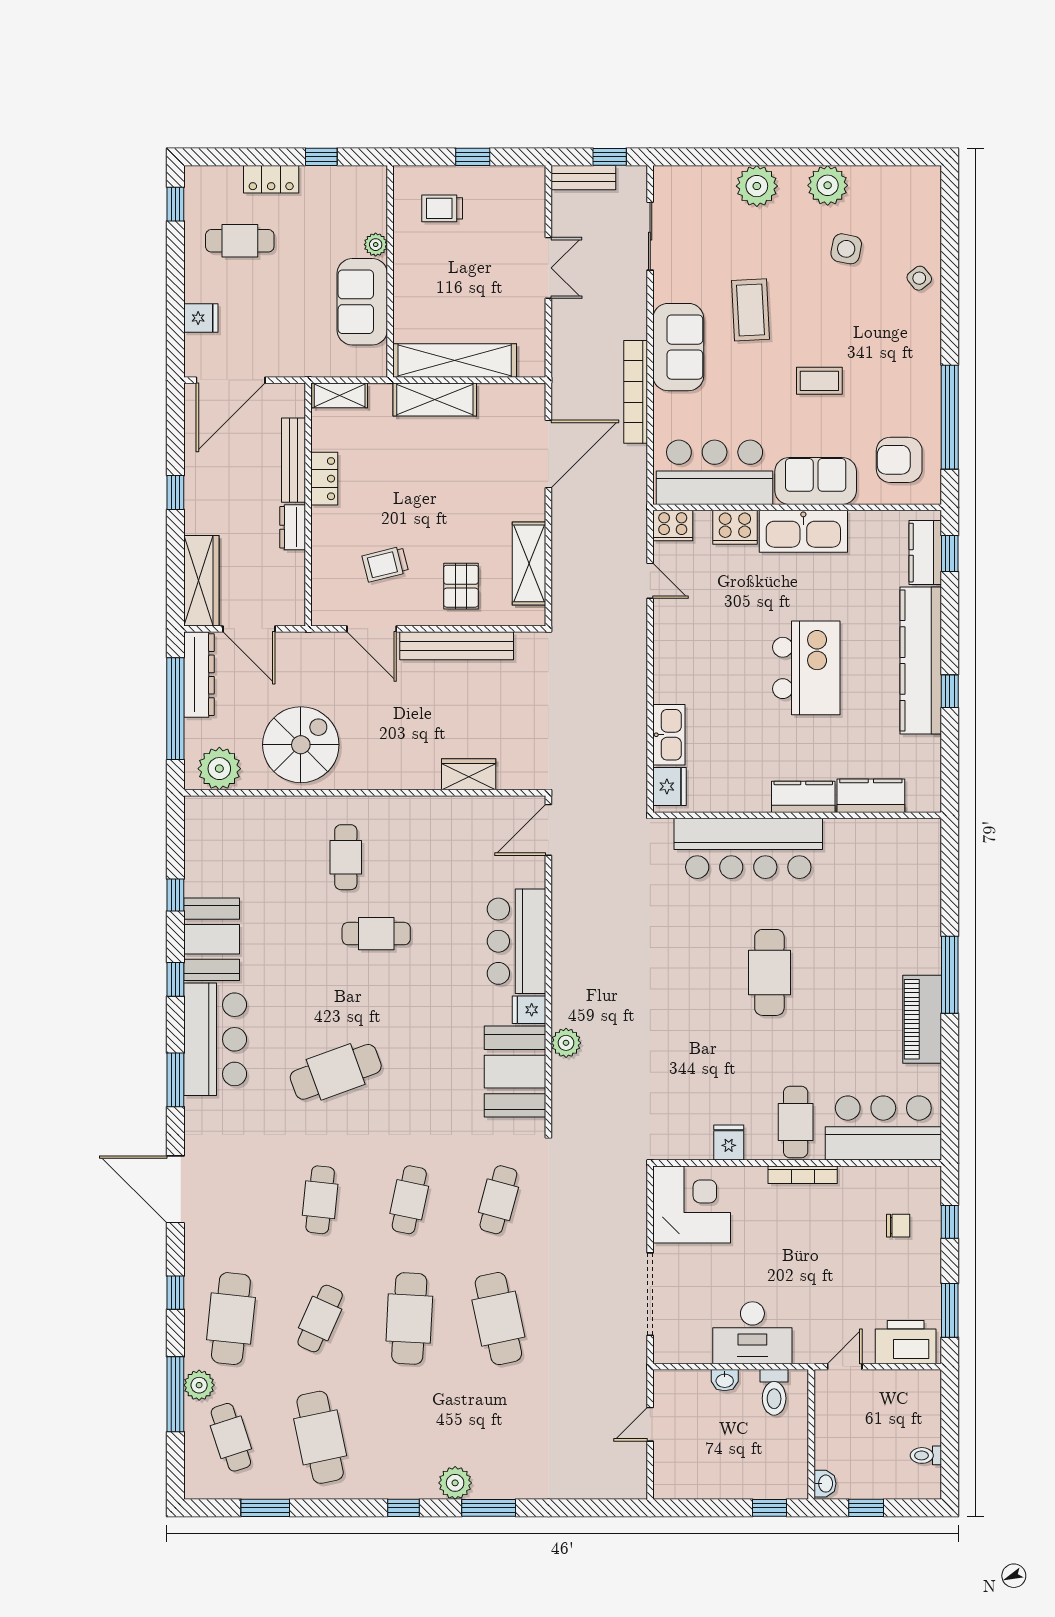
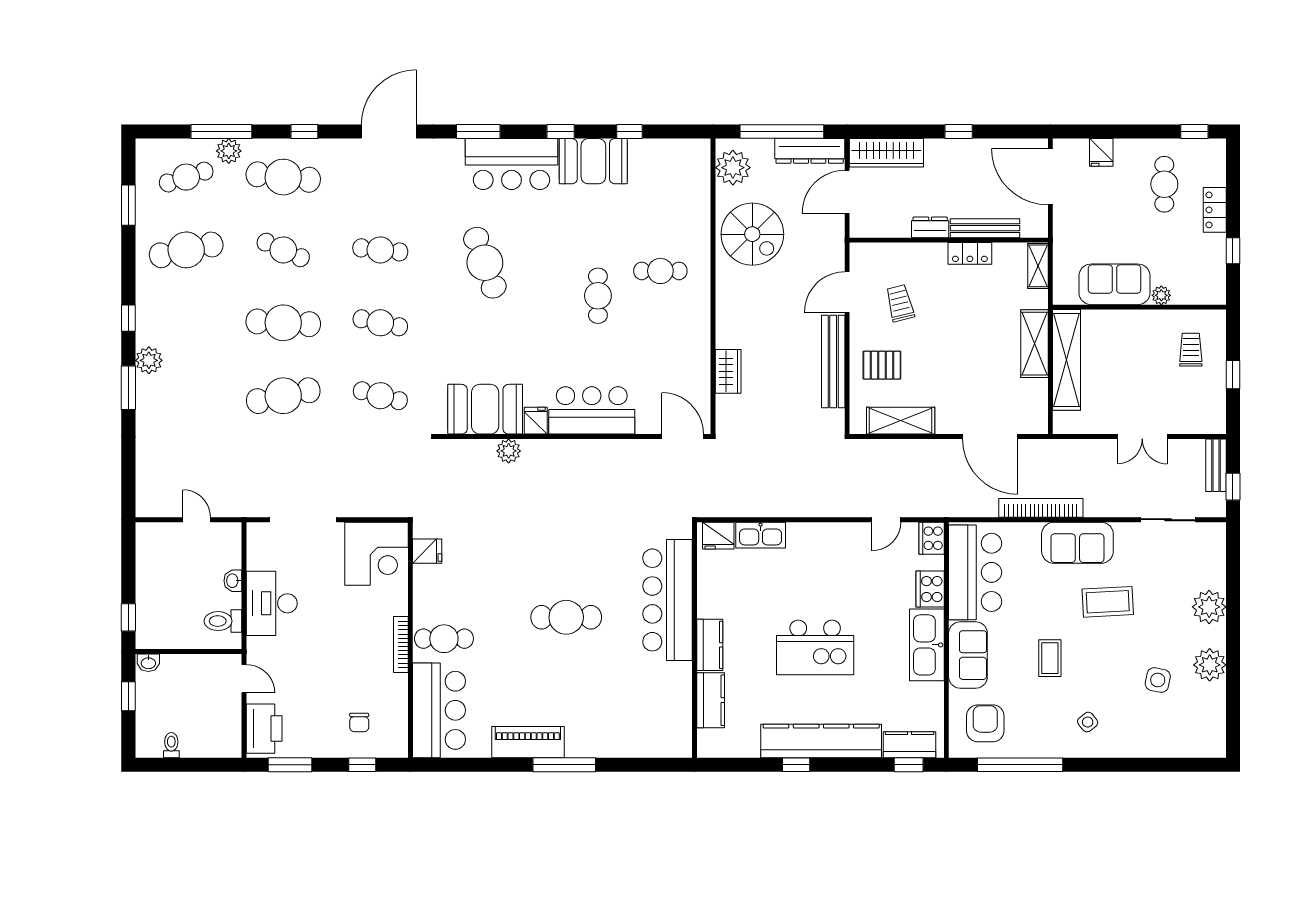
side table: (919, 278) -> (1088, 722), moved
fridge: (729, 1143) -> (427, 551), moved

